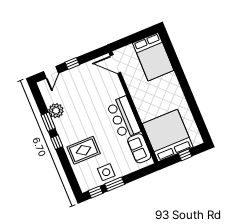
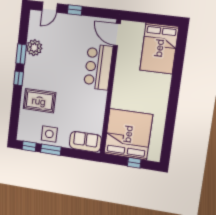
bar counter: (124, 118) -> (98, 67), moved
sofa: (139, 148) -> (85, 142), moved, turned 90

